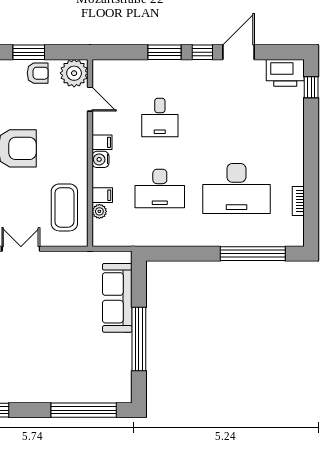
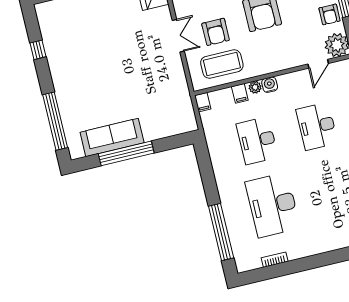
desk: (160, 117) -> (317, 126), width x1.37
filing cabinet: (102, 142) -> (203, 102), moved
armchair: (27, 206) -> (216, 32), added
plant: (99, 211) -> (255, 87), moved
sofa: (117, 298) -> (112, 137), moved

